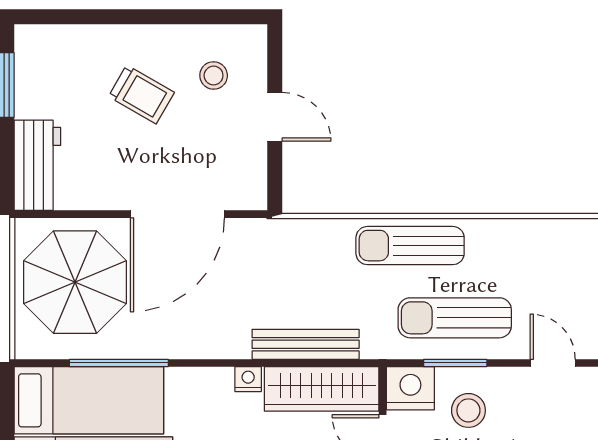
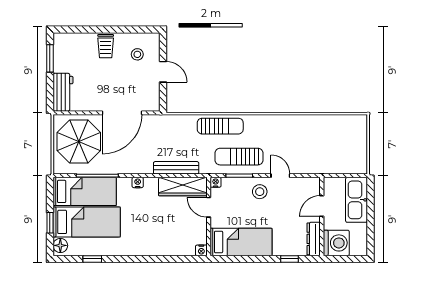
trolley: (141, 94) -> (106, 46), moved, turned 60
sun lounger: (410, 246) -> (220, 126), turned 180
nightstand: (248, 379) -> (138, 182), moved
nightstand: (410, 388) -> (216, 182), width x0.53, depth x0.56
stool: (468, 410) -> (260, 192), moved

